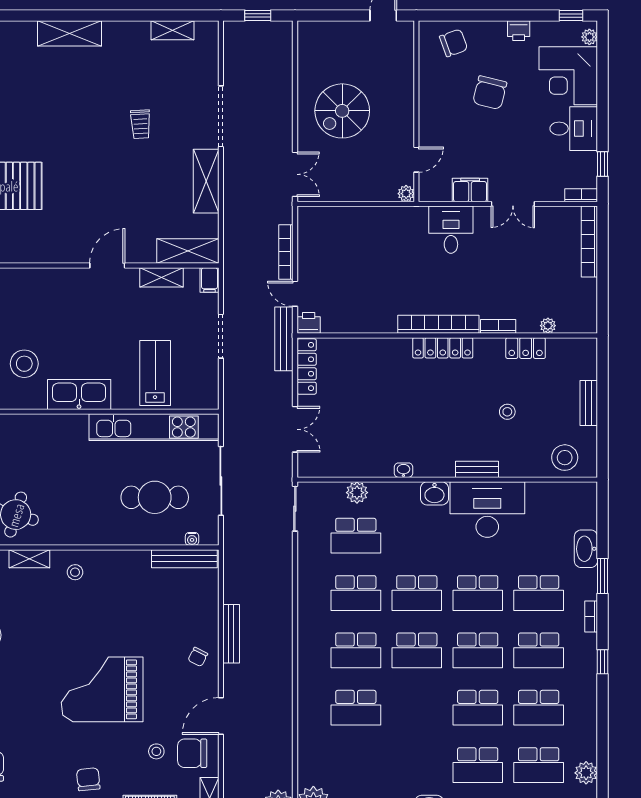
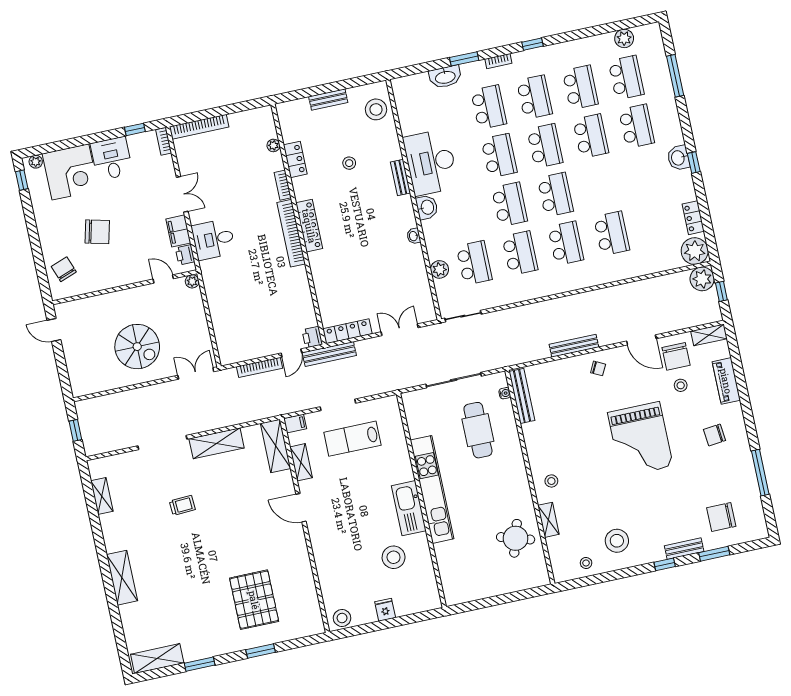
printer: (519, 31) -> (185, 255), moved, turned 180
lab bench: (155, 373) -> (352, 439), moved
kitchen unit: (154, 427) -> (432, 489), moved

